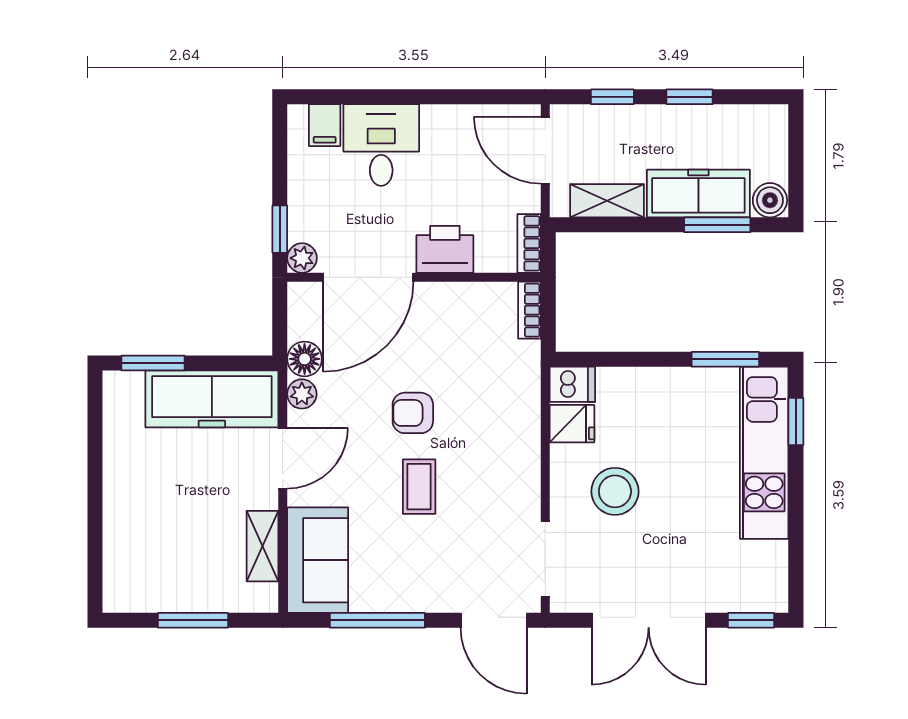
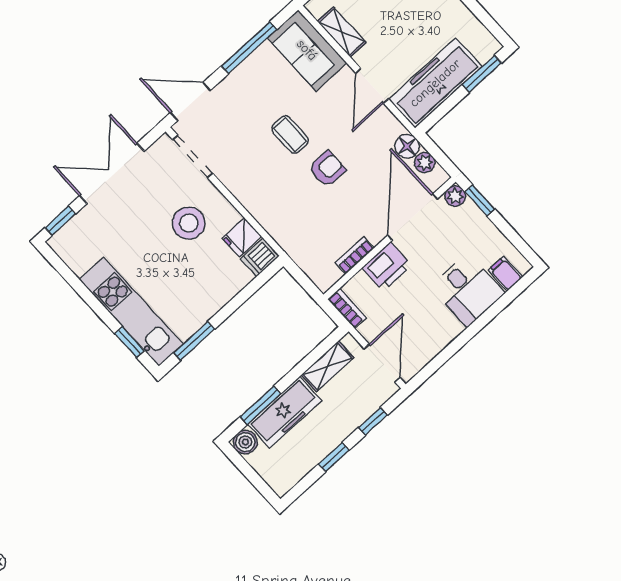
door: (545, 150) -> (382, 363), hinge flipped
bookcase: (529, 310) -> (355, 255), moved, turned -90
plant: (302, 394) -> (425, 163), moved

